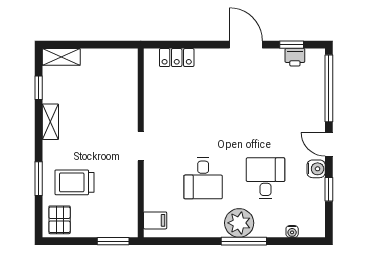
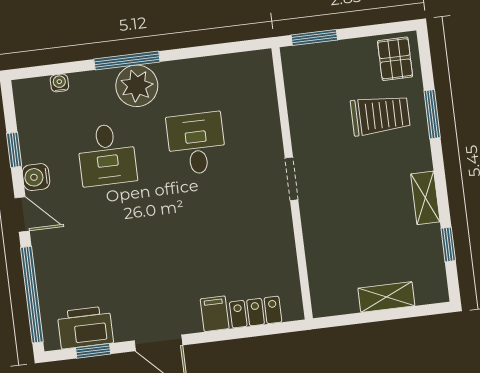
shelving: (61, 57) -> (386, 297), moved
printer: (295, 57) -> (85, 327), width x1.87, depth x1.48
filing cabinet: (155, 220) -> (215, 314), moved, turned 90

